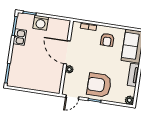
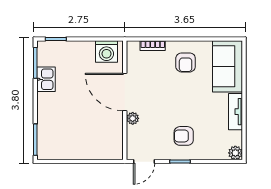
washing machine: (41, 23) -> (106, 52), moved
armchair: (99, 85) -> (184, 136), width x0.53, depth x0.53

